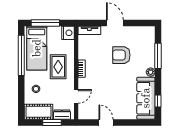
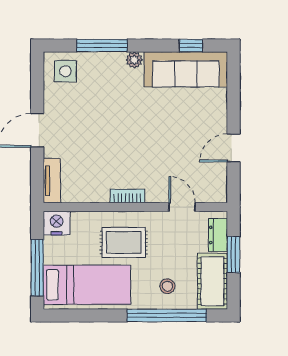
side table: (145, 37) -> (65, 71), added
window: (21, 55) -> (167, 315), moved
armchair: (121, 55) -> (101, 118), removed

